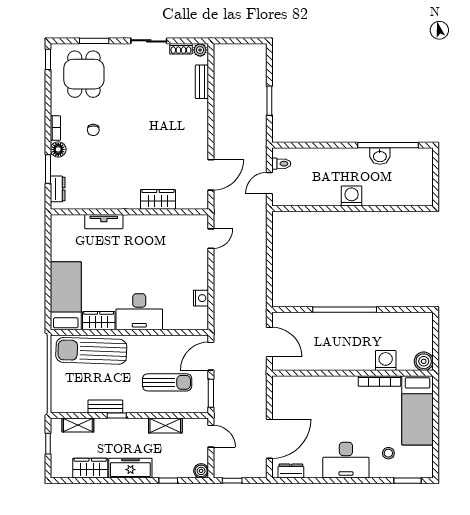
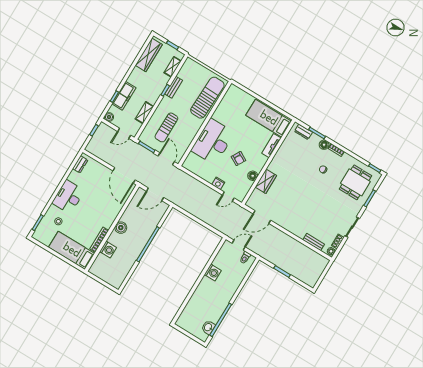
dining table: (84, 74) -> (355, 182), turned 90
washbasin: (380, 156) -> (208, 327), moved
door: (211, 175) -> (262, 217), hinge flipped
door: (269, 183) -> (239, 245), hinge flipped
washing machine: (352, 196) -> (213, 272), moved
floor lamp: (161, 222) -> (253, 176), added
door: (211, 239) -> (228, 197), hinge flipped
armchair: (150, 256) -> (238, 159), added
bed: (66, 296) -> (269, 118), moved, turned 180
nightstand: (201, 298) -> (218, 183), moved
desk: (139, 312) -> (213, 142), width x1.36, depth x1.30
wardrobe: (99, 321) -> (221, 111), removed
boiler: (424, 361) -> (121, 228), moved
door: (269, 439) -> (124, 175), moved
wardrobe: (90, 468) -> (149, 55), width x1.50
freezer: (130, 468) -> (124, 96), moved

